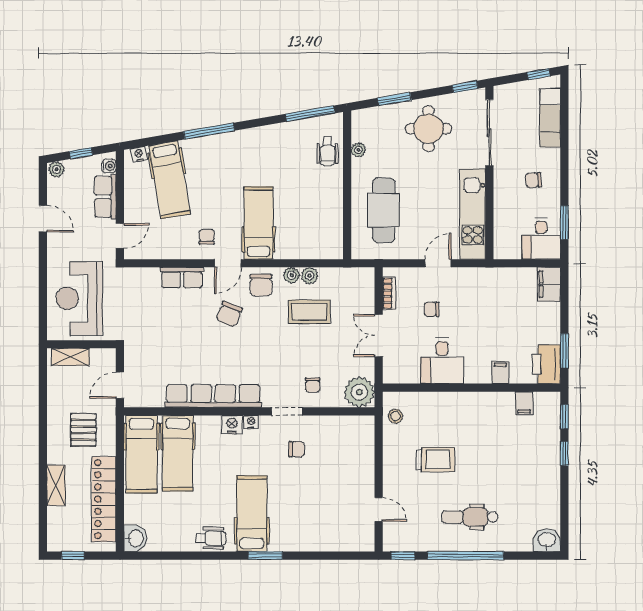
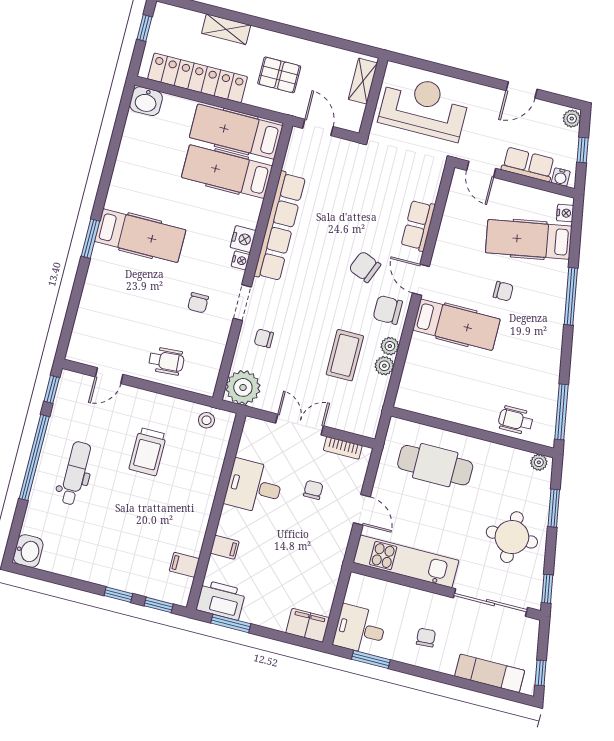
plant: (358, 150) -> (539, 462), moved
chair: (207, 237) -> (503, 291), moved
wheelchair: (211, 538) -> (166, 361), moved, turned -94

